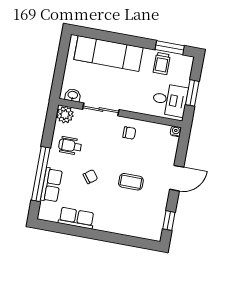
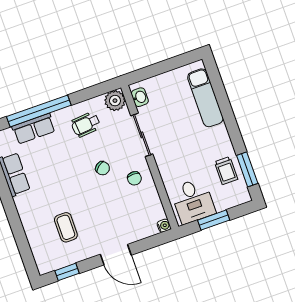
exam couch: (108, 53) -> (205, 98), width x0.73, depth x0.69
trolley: (162, 63) -> (226, 171), turned -90
wheelchair: (70, 146) -> (86, 124), turned -95
chair: (90, 177) -> (103, 168), moved
coffee table: (131, 182) -> (66, 227), moved

